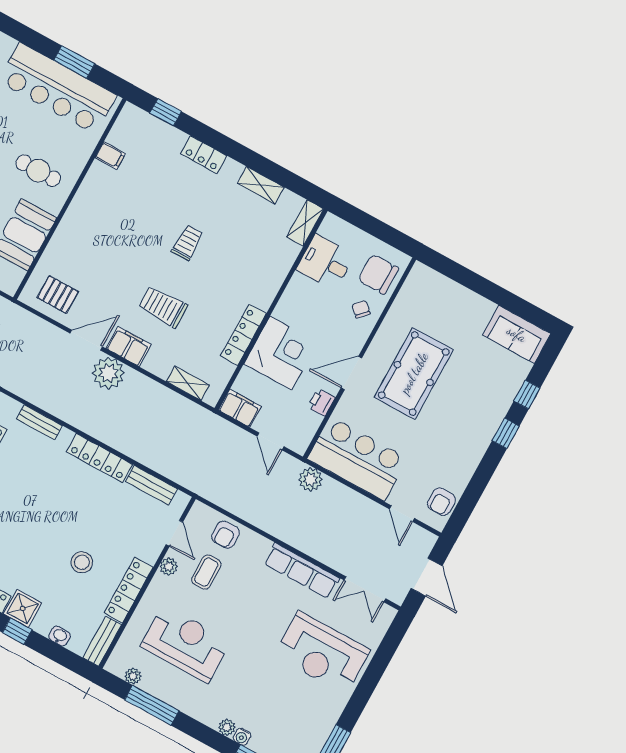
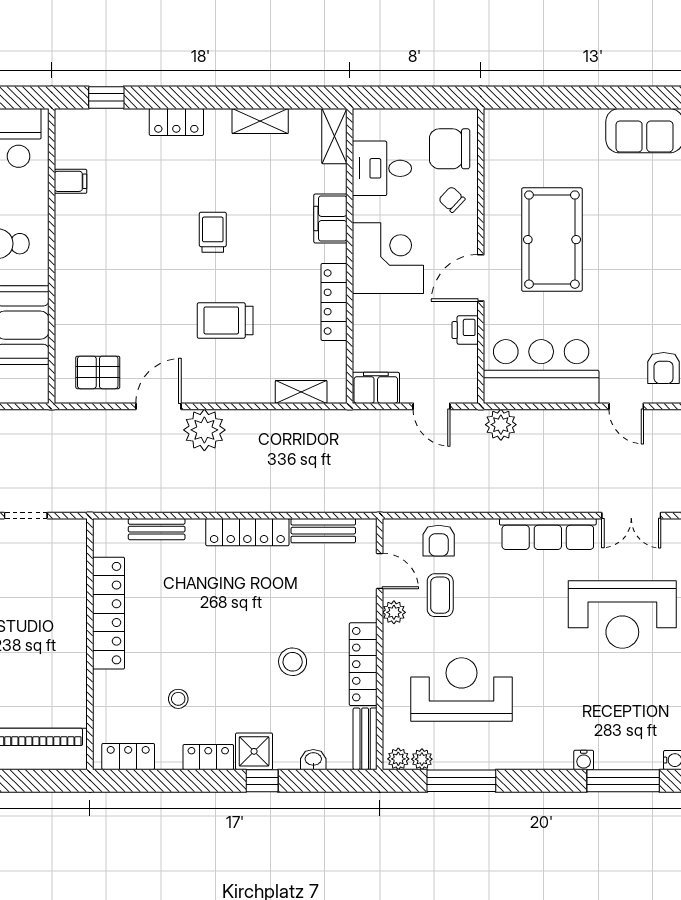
filing cabinet: (128, 346) -> (330, 218), moved, turned -90
corner desk: (281, 353) -> (388, 258), moved
plant: (227, 727) -> (398, 759), moved

